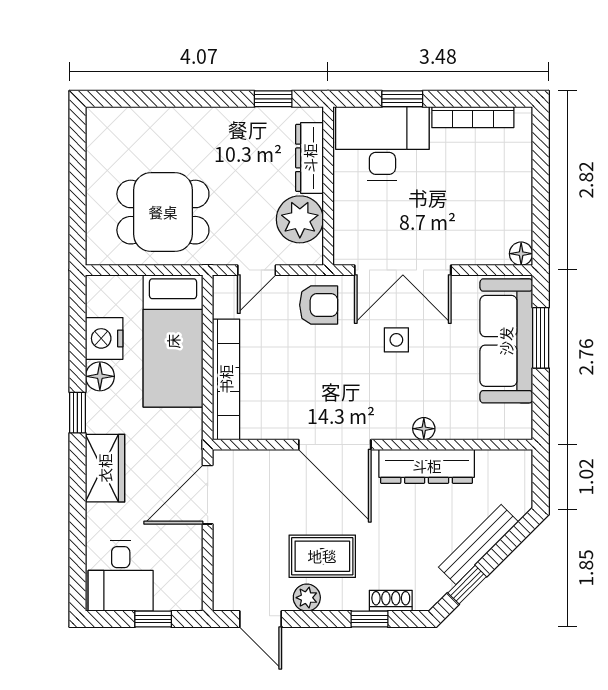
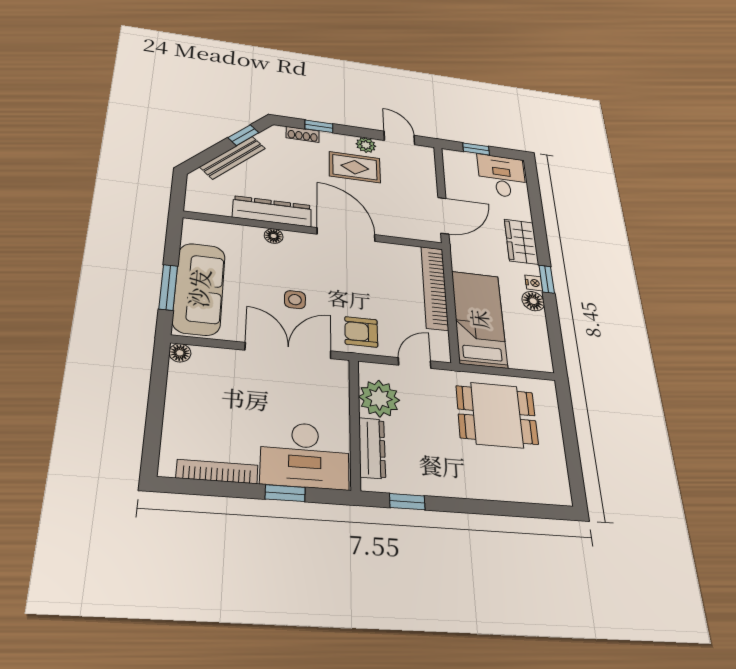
nightstand: (104, 338) -> (534, 283), moved, width x0.53, depth x0.56

